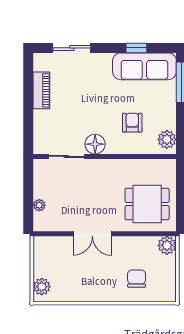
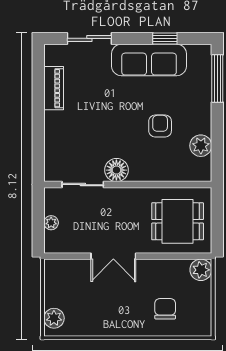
sofa: (144, 66) -> (149, 60), moved
floor lamp: (95, 144) -> (116, 170), moved
sliding door: (66, 156) -> (83, 185), moved
wall: (105, 156) -> (128, 185), moved

